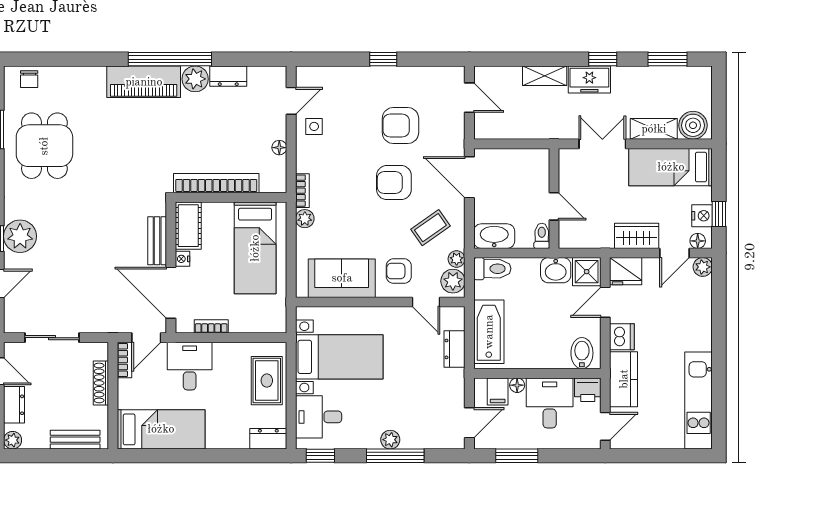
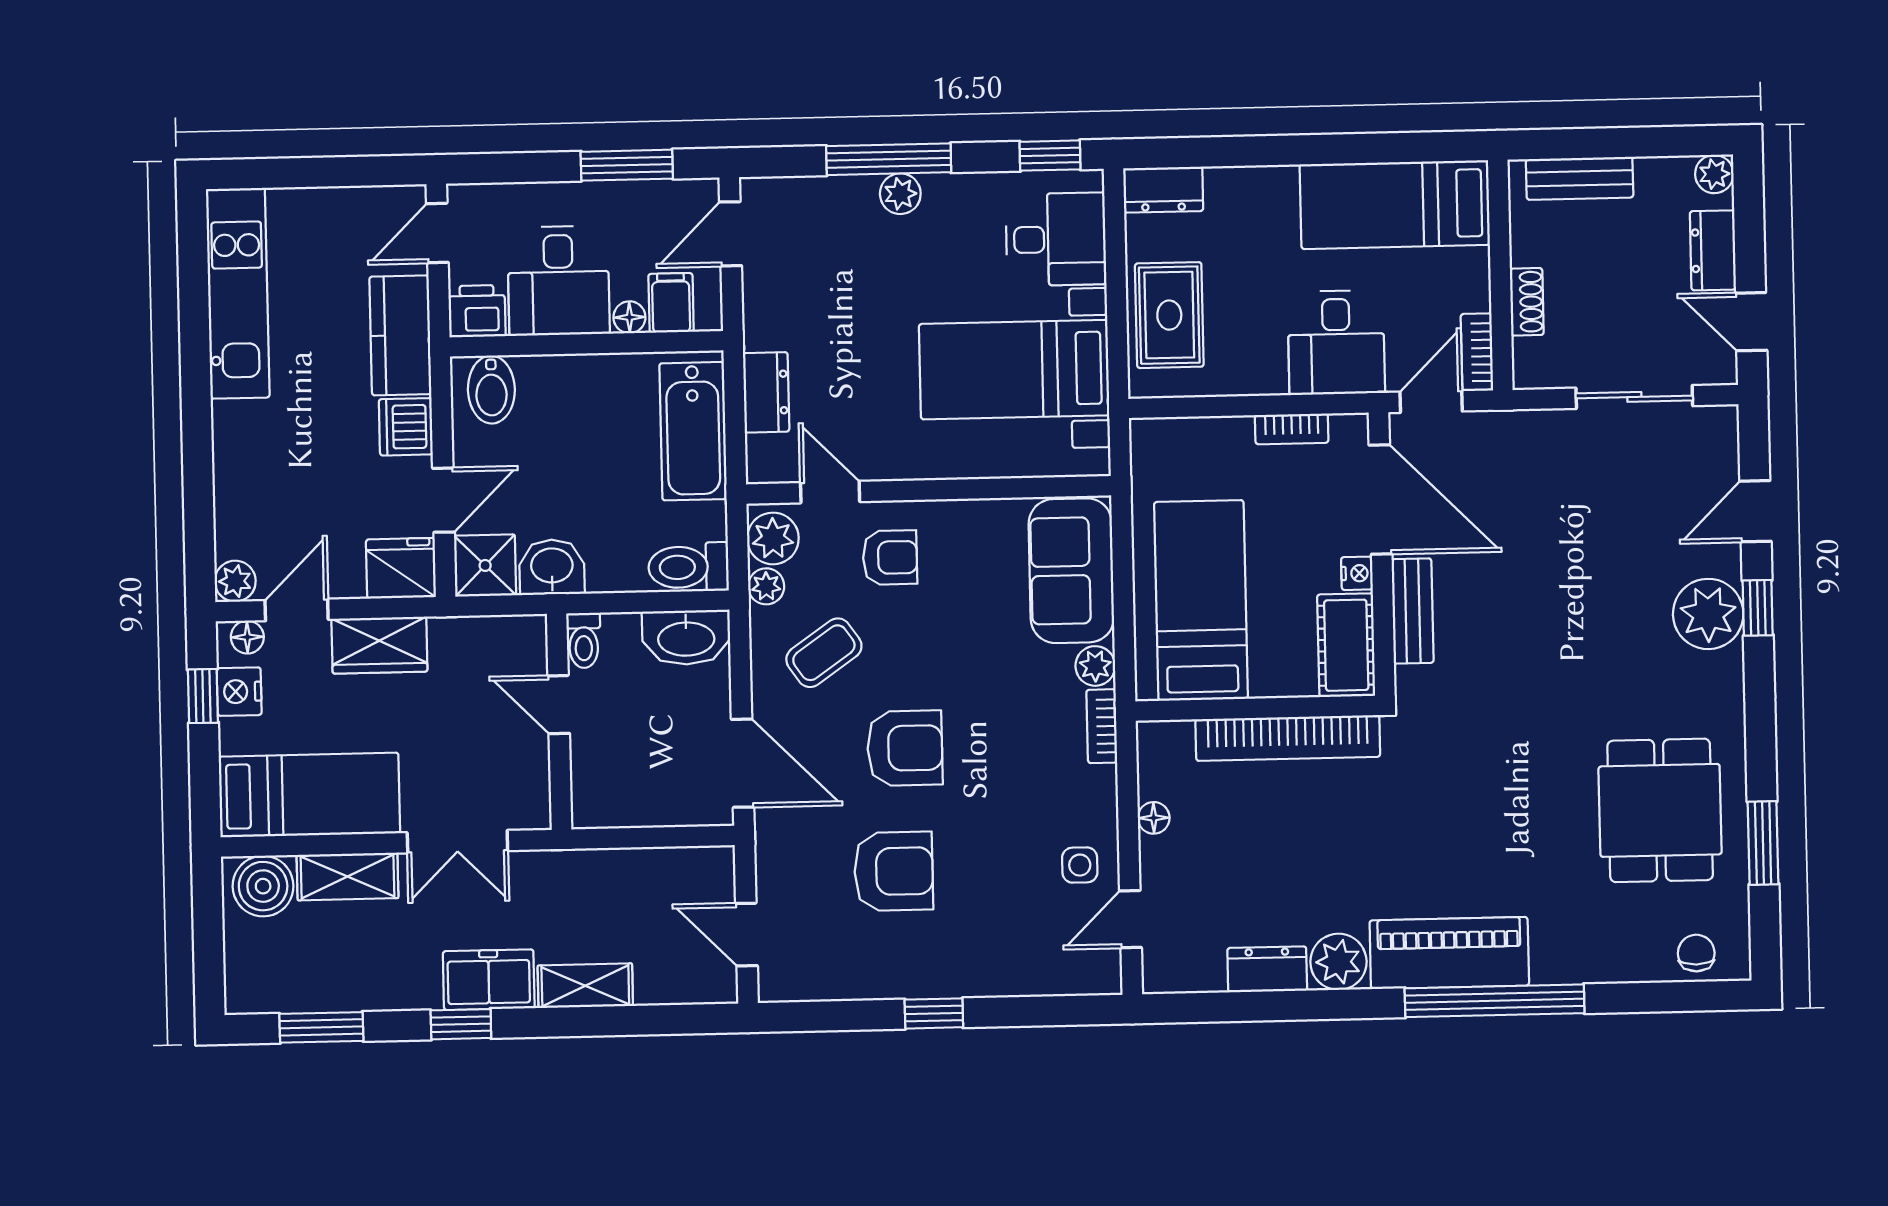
window: (170, 59) -> (1495, 1001), moved
sofa: (342, 278) -> (1071, 571), moved, turned 90
shoe rack: (101, 383) -> (1527, 302), width x0.70

